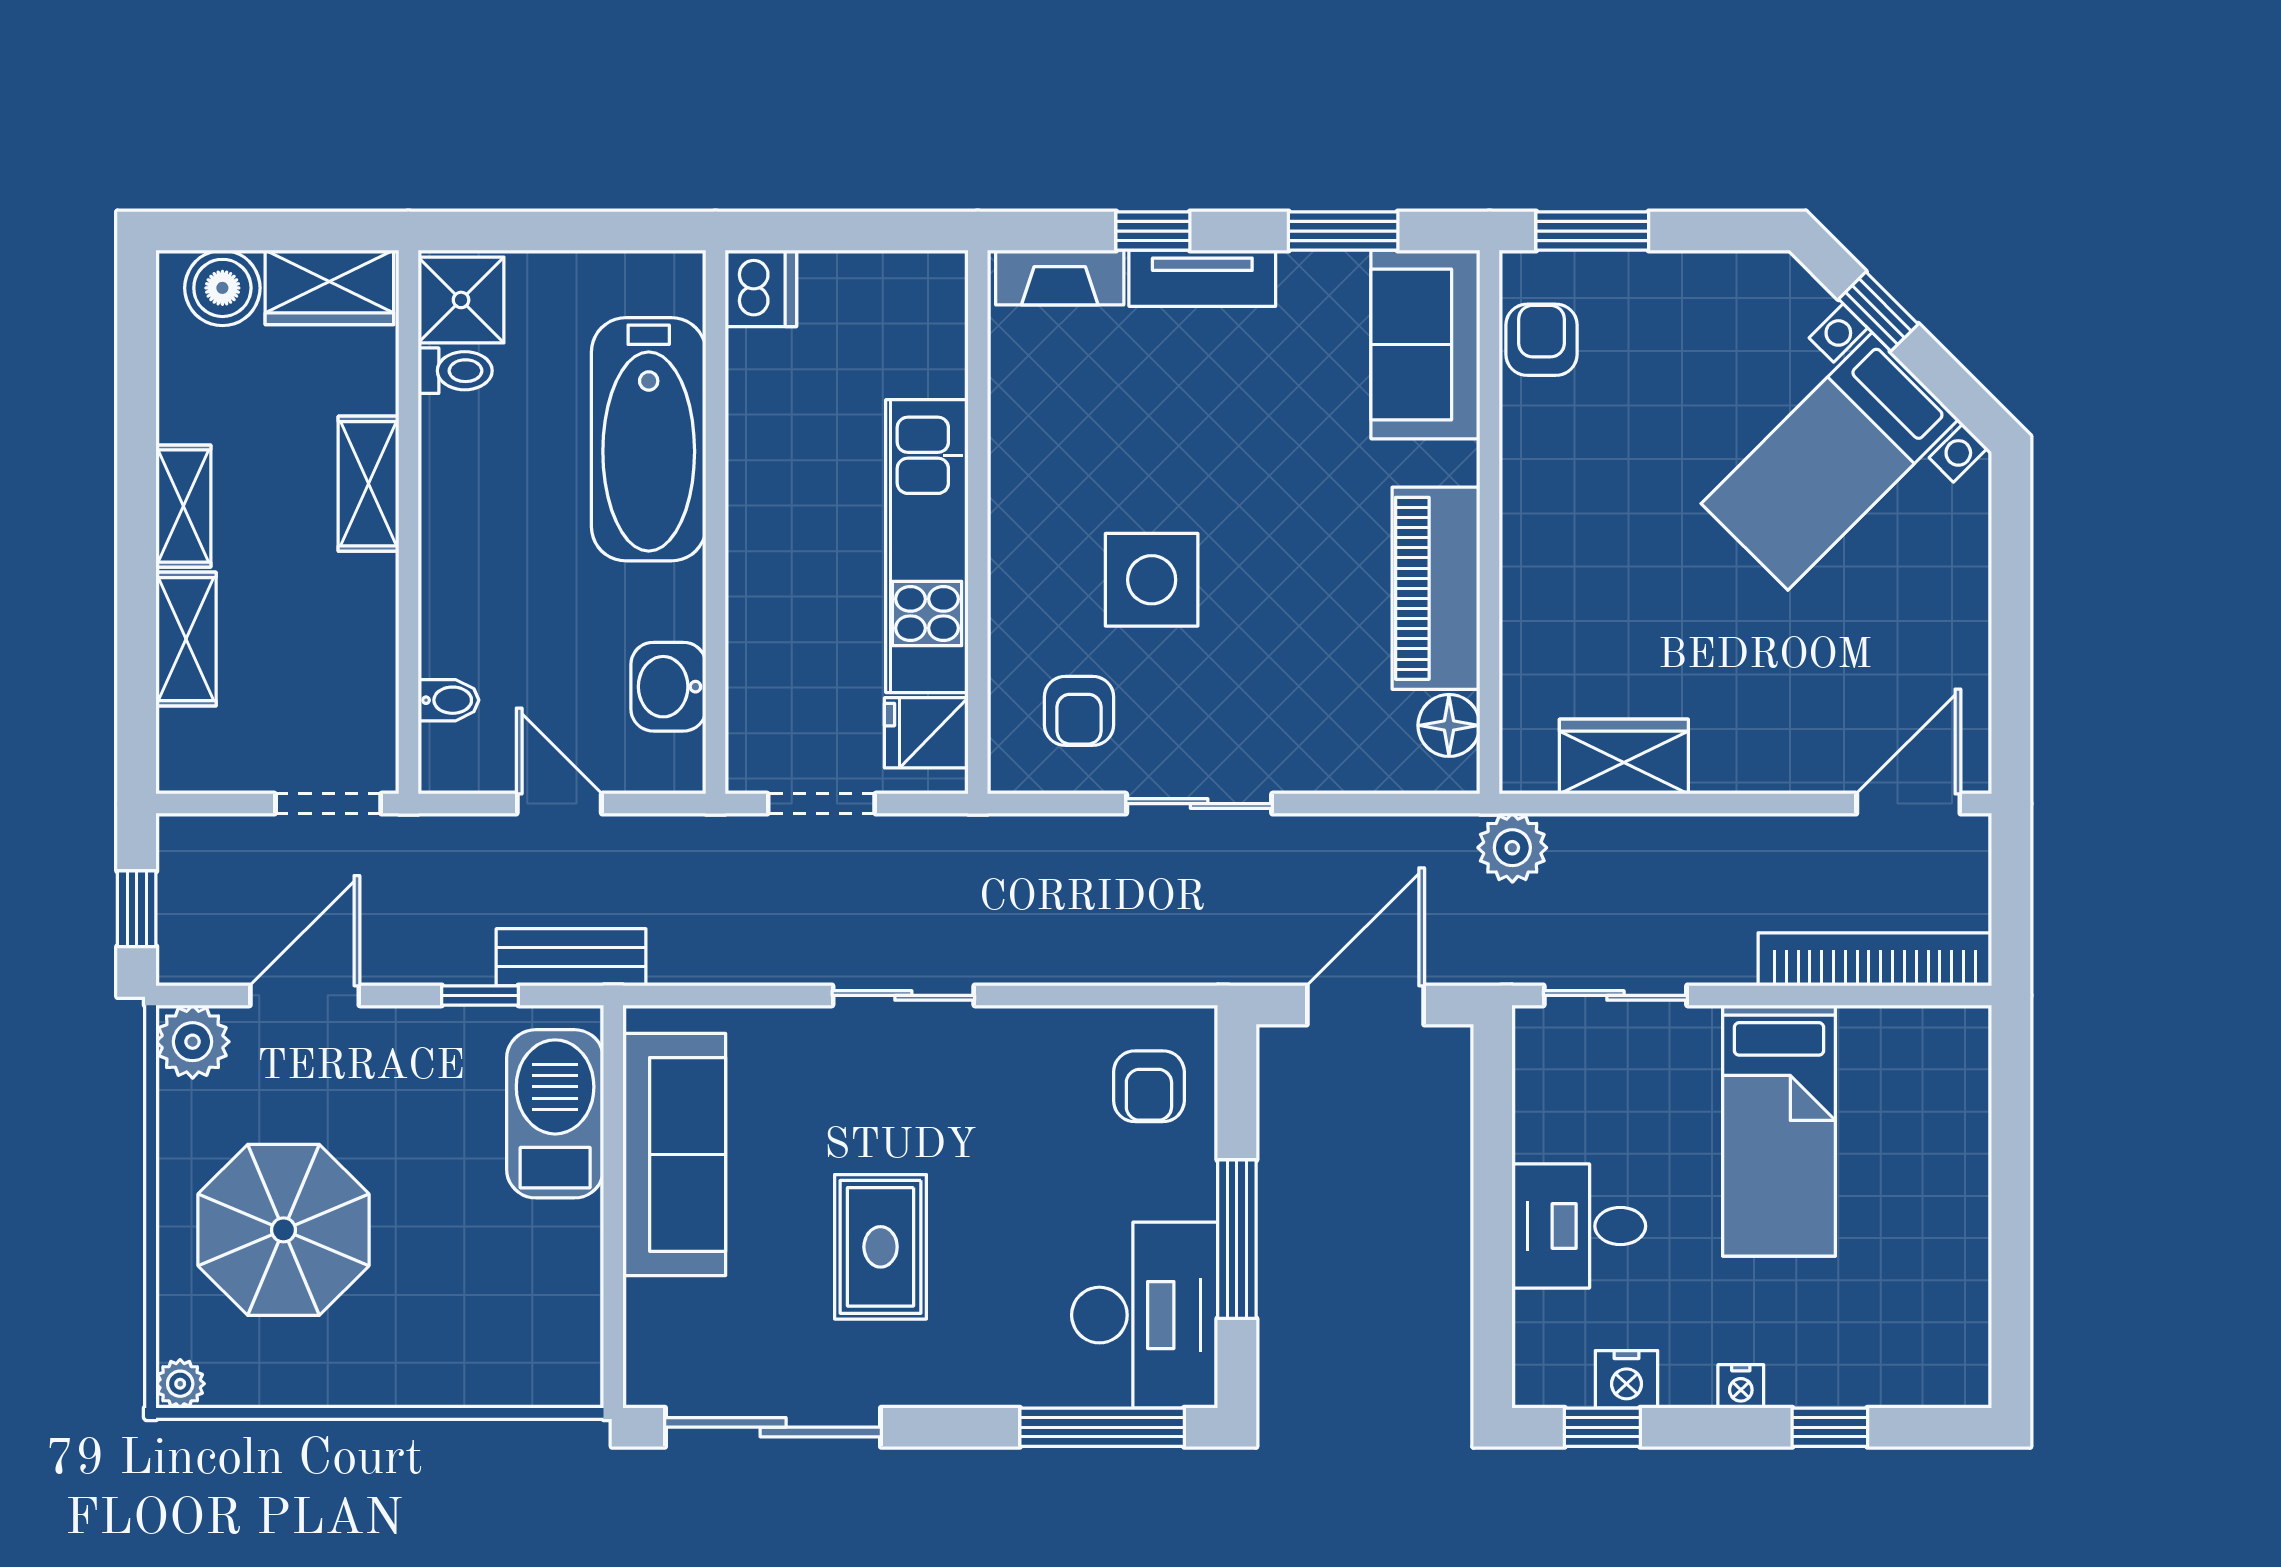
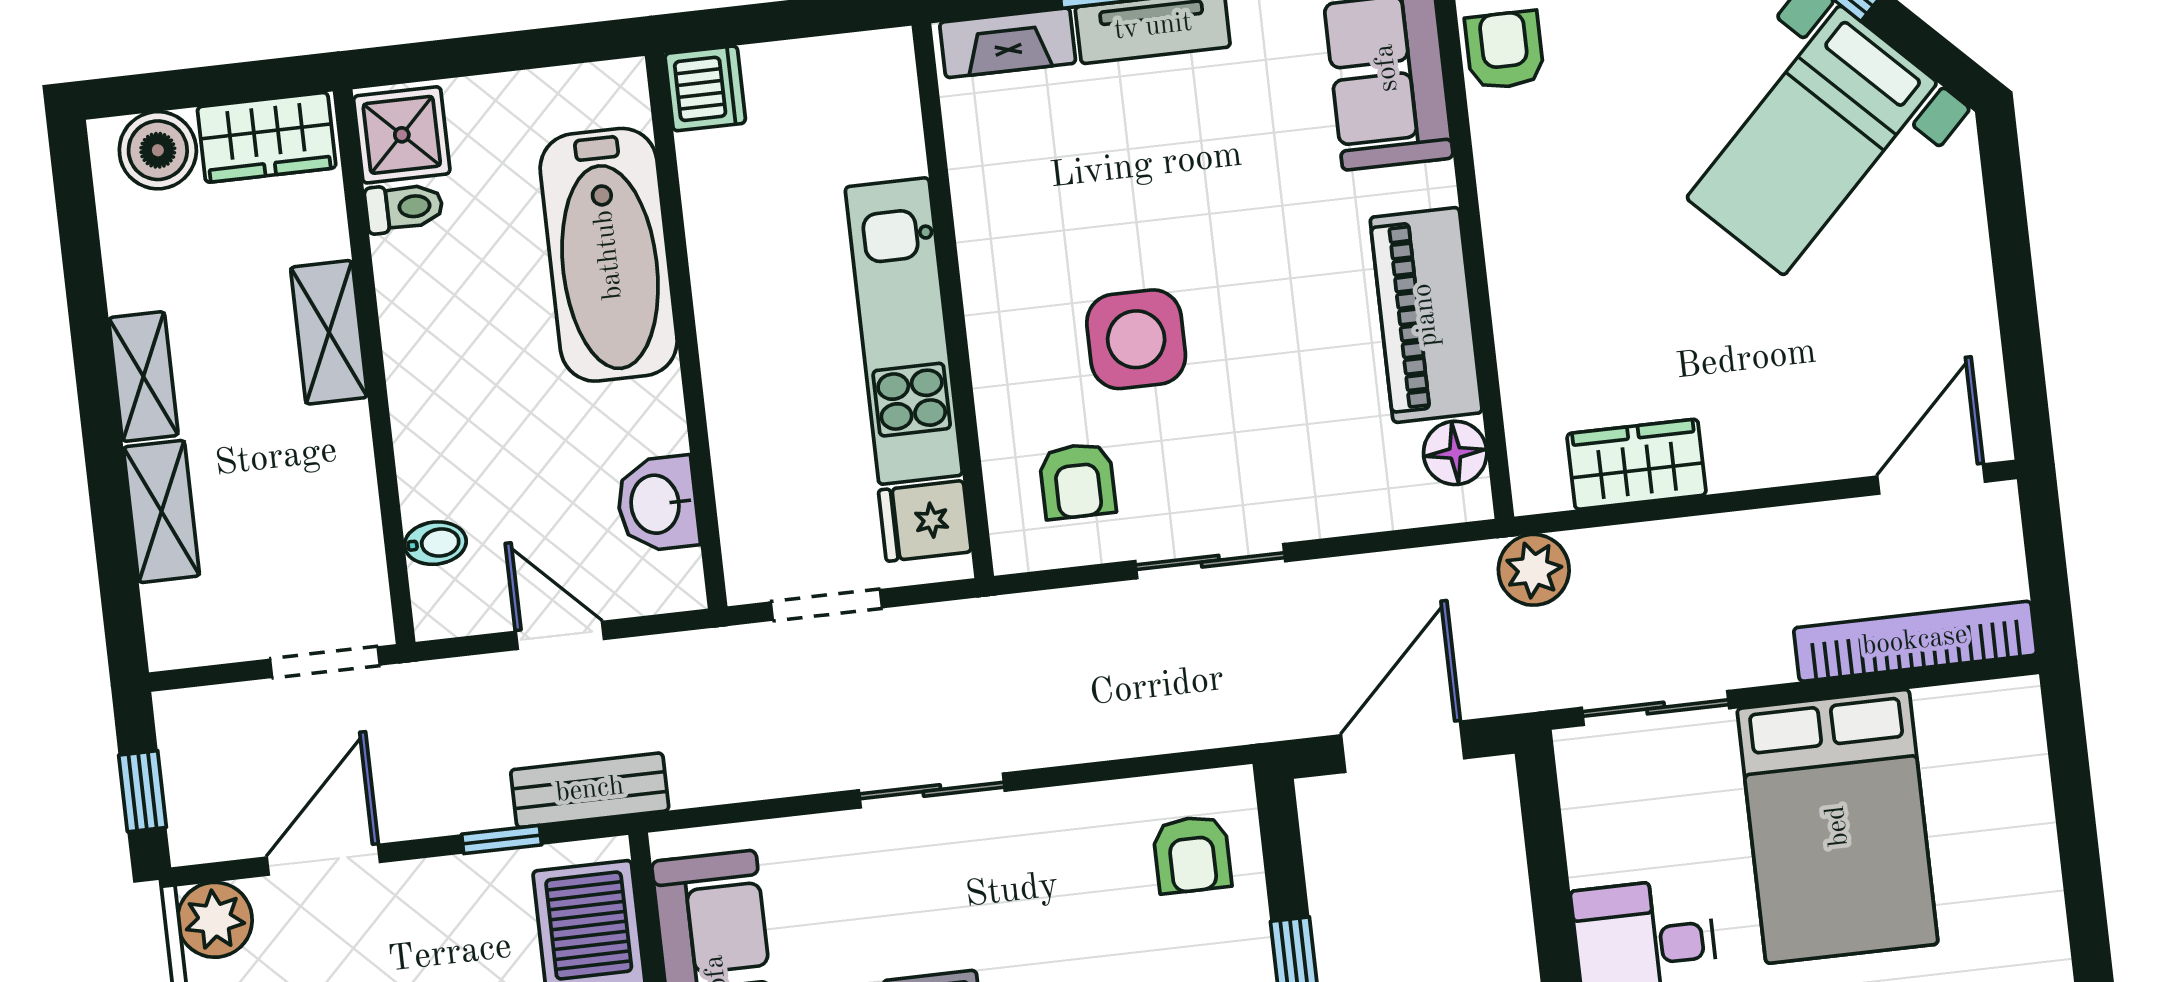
bed: (1779, 1131) -> (1838, 826), width x1.50

